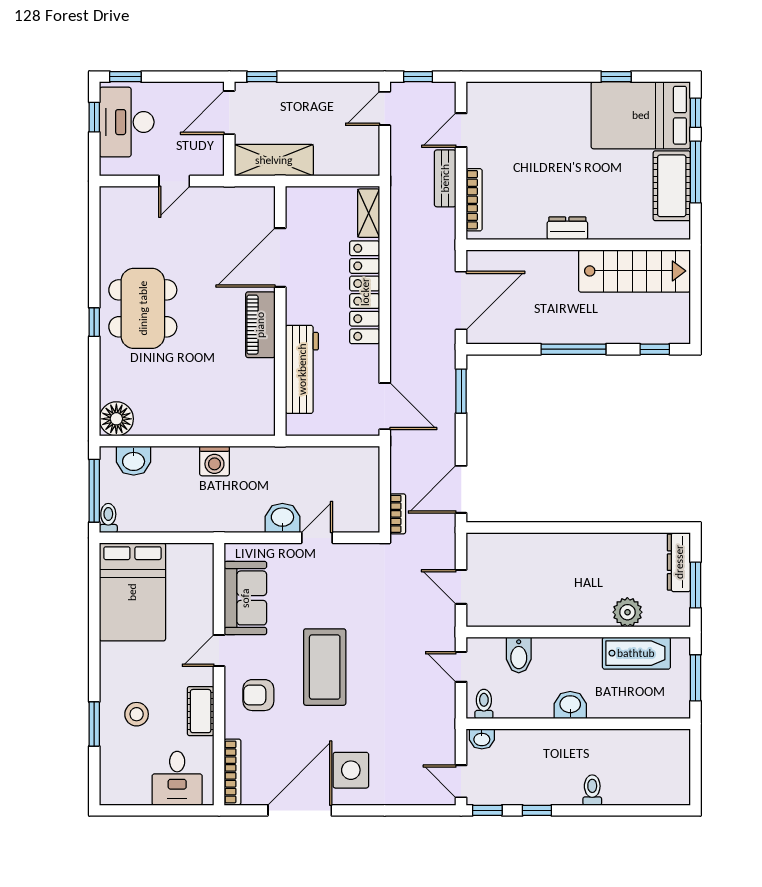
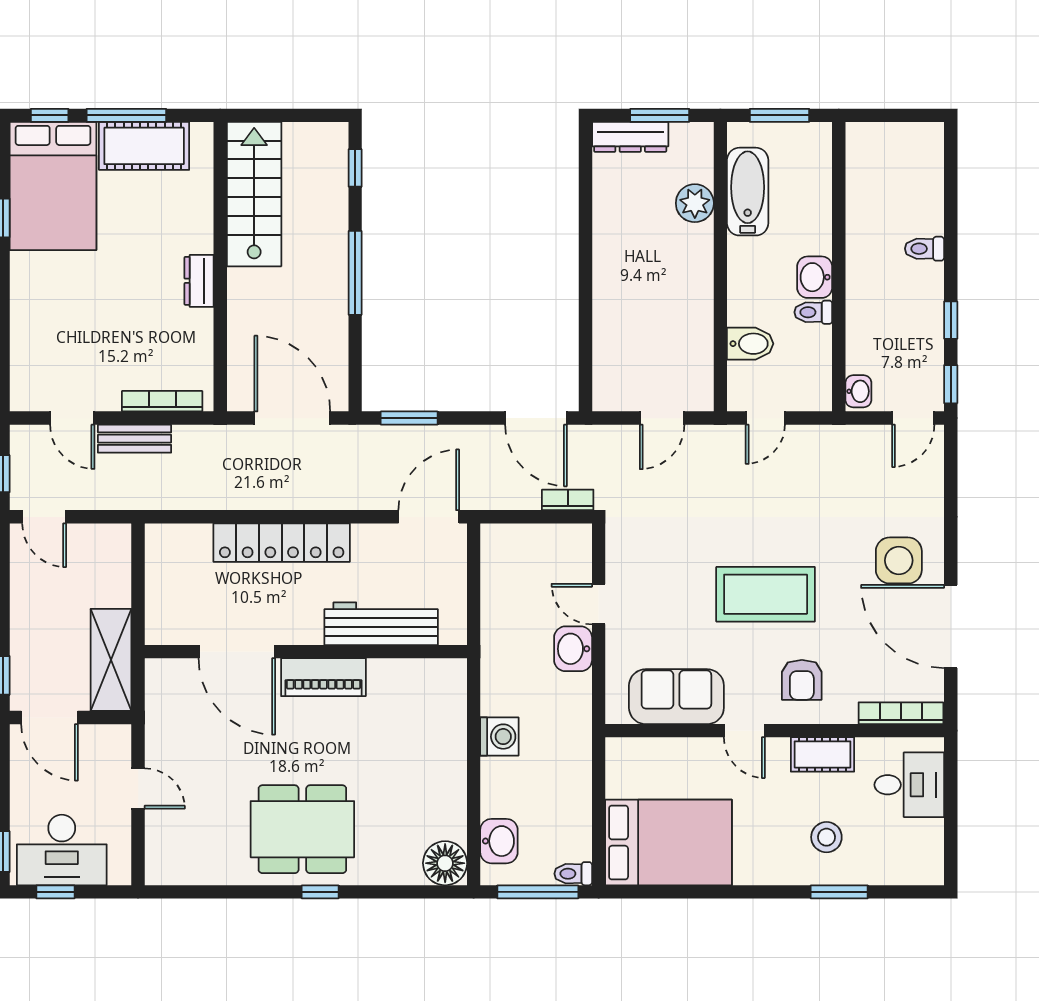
shelving: (369, 213) -> (180, 537), removed
toilet: (484, 704) -> (813, 312), moved

